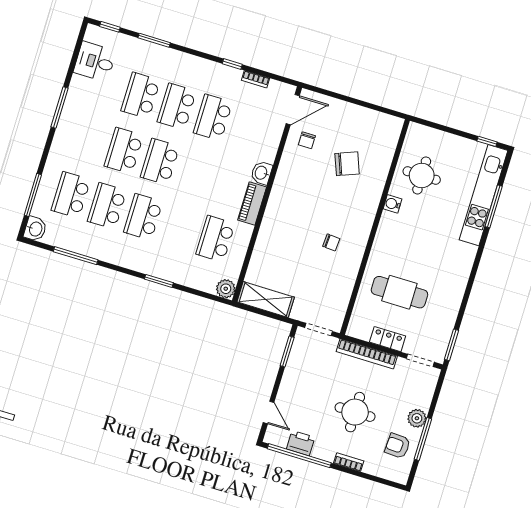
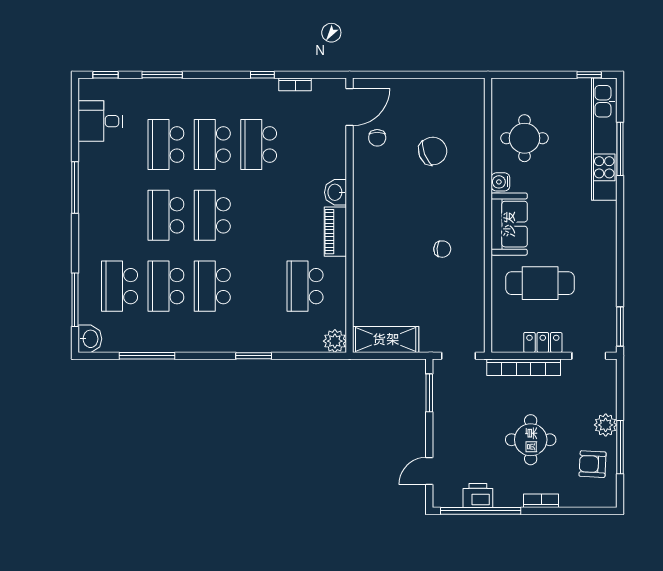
sofa: (389, 239) -> (509, 224), added
door: (269, 412) -> (429, 471), swing flipped

